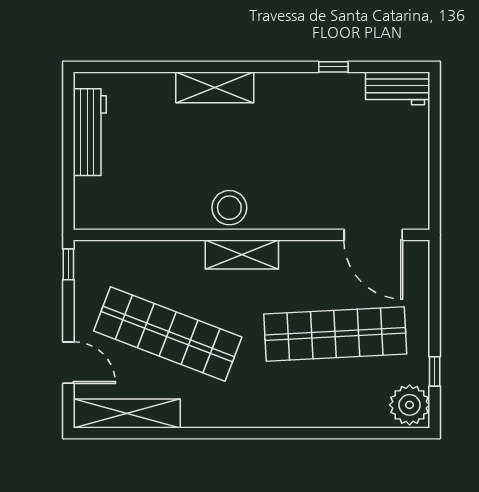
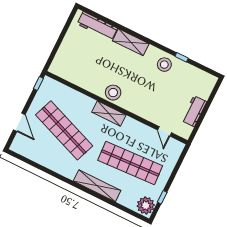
workbench: (398, 88) -> (194, 111), moved, turned 90
stool: (306, 99) -> (164, 65), added
workbench: (90, 132) -> (97, 26), moved, turned 90
door: (373, 235) -> (165, 131), width x0.53
shelving: (127, 414) -> (97, 186), moved

